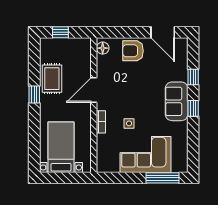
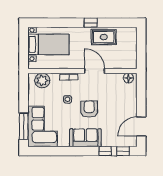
window: (60, 32) -> (141, 44), removed
armchair: (133, 51) -> (89, 109), moved
window: (193, 108) -> (123, 151), moved
corner sofa: (145, 154) -> (42, 126), moved
plant: (106, 155) -> (42, 81), added

